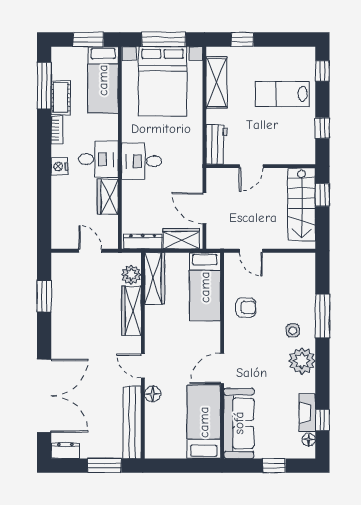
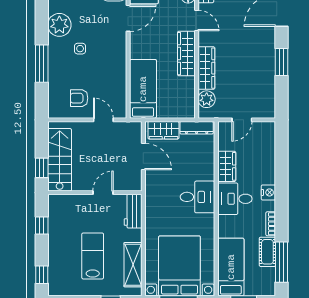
lab bench: (282, 94) -> (93, 256), moved, turned -90
door: (90, 251) -> (242, 120), hinge flipped
wardrobe: (155, 279) -> (186, 54), moved
window: (44, 296) -> (282, 62), moved
armchair: (246, 307) -> (79, 98), moved
side table: (293, 331) -> (80, 49), moved

